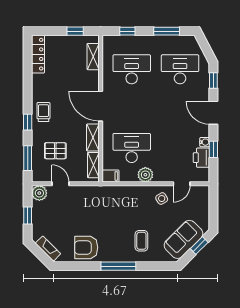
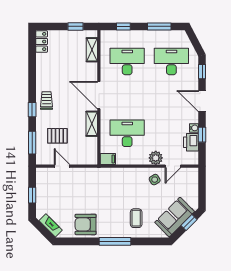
locker: (38, 54) -> (42, 42), width x0.66
shelving: (93, 165) -> (92, 149), removed
plant: (145, 175) -> (156, 158), moved
plant: (39, 193) -> (43, 175), removed

